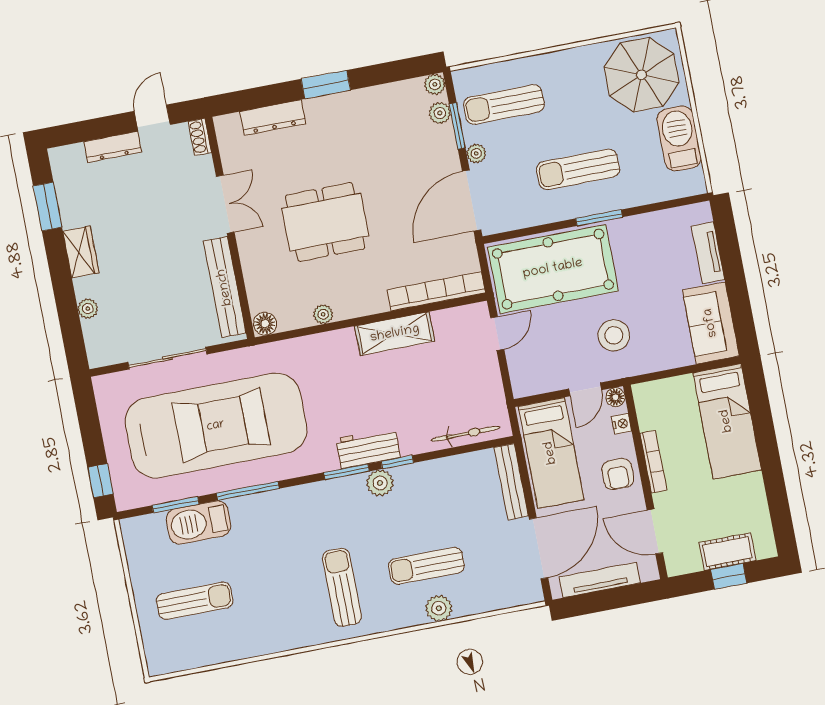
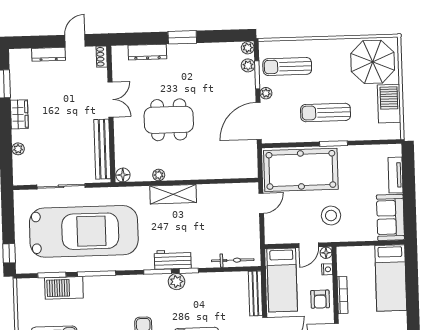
bookcase: (436, 291) -> (229, 172), removed
shelving: (395, 334) -> (173, 194), moved

